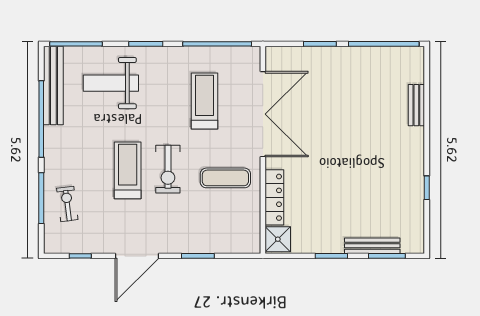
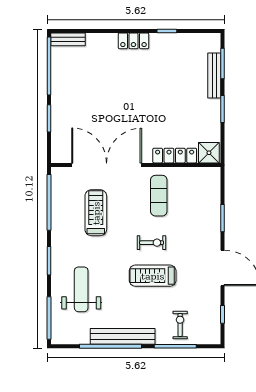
weight bench: (111, 83) -> (81, 289), turned 180
bench: (53, 86) -> (123, 336), moved
treadmill: (205, 101) -> (96, 213), turned 90
bench: (416, 105) -> (68, 39), moved
locker: (415, 147) -> (133, 41), added
exercise bike: (168, 169) -> (152, 243), width x0.73, depth x0.72
exercise bike: (67, 204) -> (180, 325), turned 97

